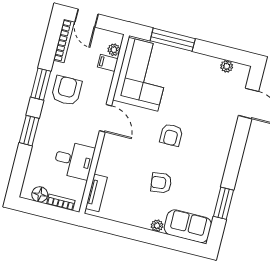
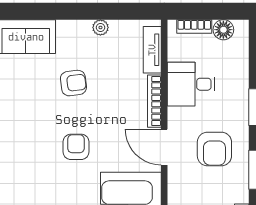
armchair: (67, 91) -> (214, 149), moved
bookcase: (104, 154) -> (154, 101), added
plant: (157, 226) -> (100, 28), moved

